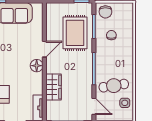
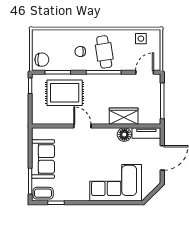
chair: (111, 35) -> (80, 52), moved
floor lamp: (37, 66) -> (124, 135), moved
cafe table: (114, 86) -> (104, 52), moved

